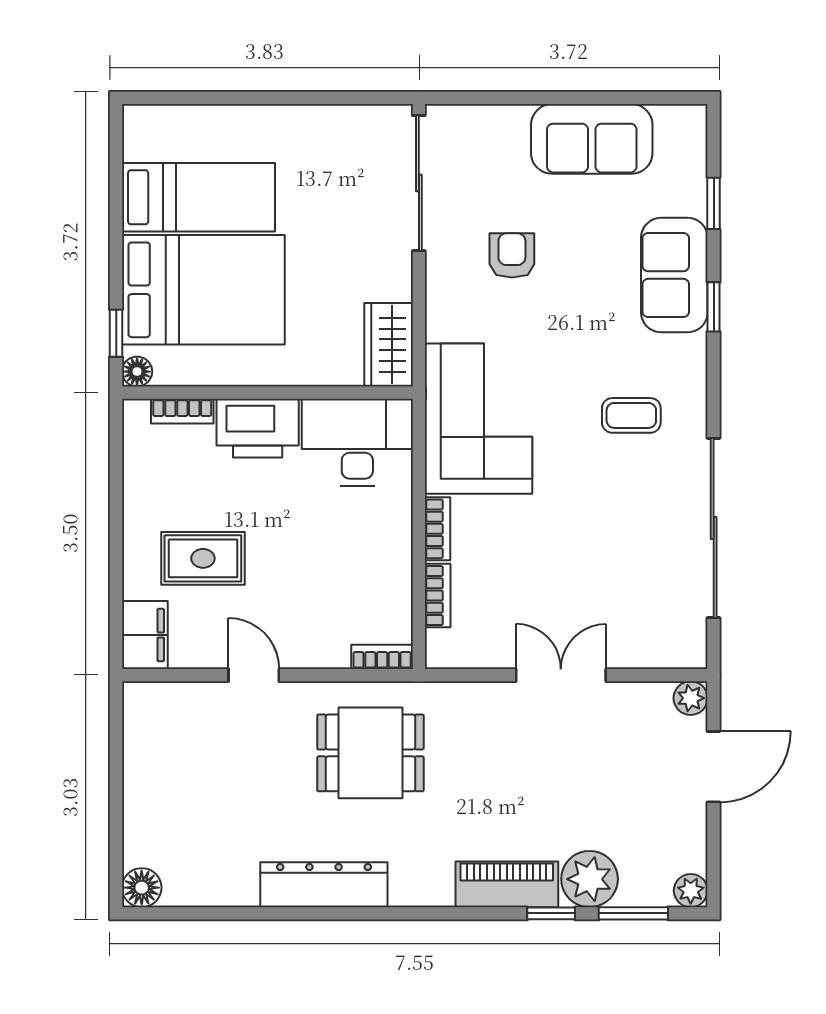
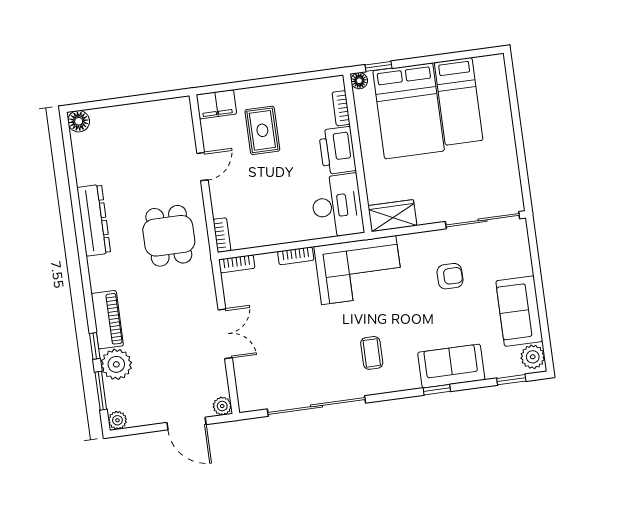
plant: (678, 126) -> (533, 357), added
window: (714, 203) -> (511, 380), moved
bookcase: (438, 596) -> (237, 264), moved

